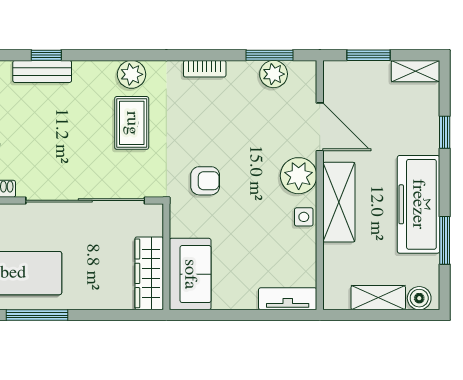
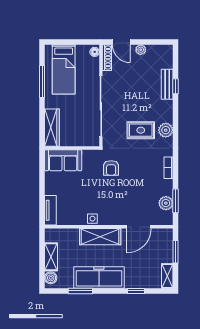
plant: (299, 176) -> (114, 216), removed
wardrobe: (149, 273) -> (52, 128), moved, turned 90

